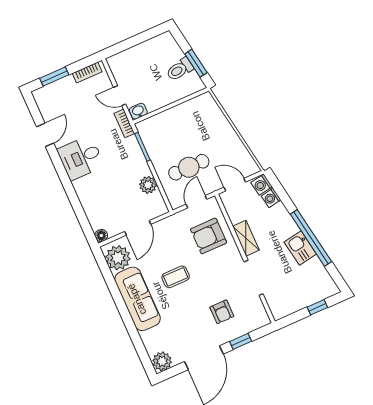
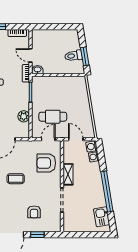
kitchen sink: (300, 248) -> (102, 217), moved
window: (317, 307) -> (92, 235), removed

